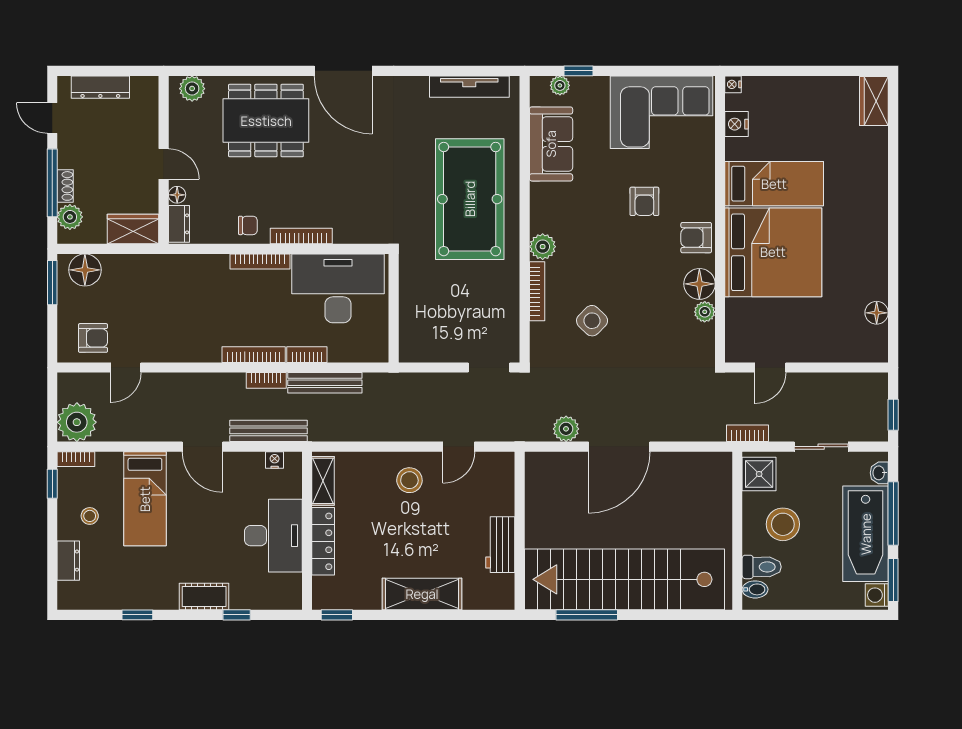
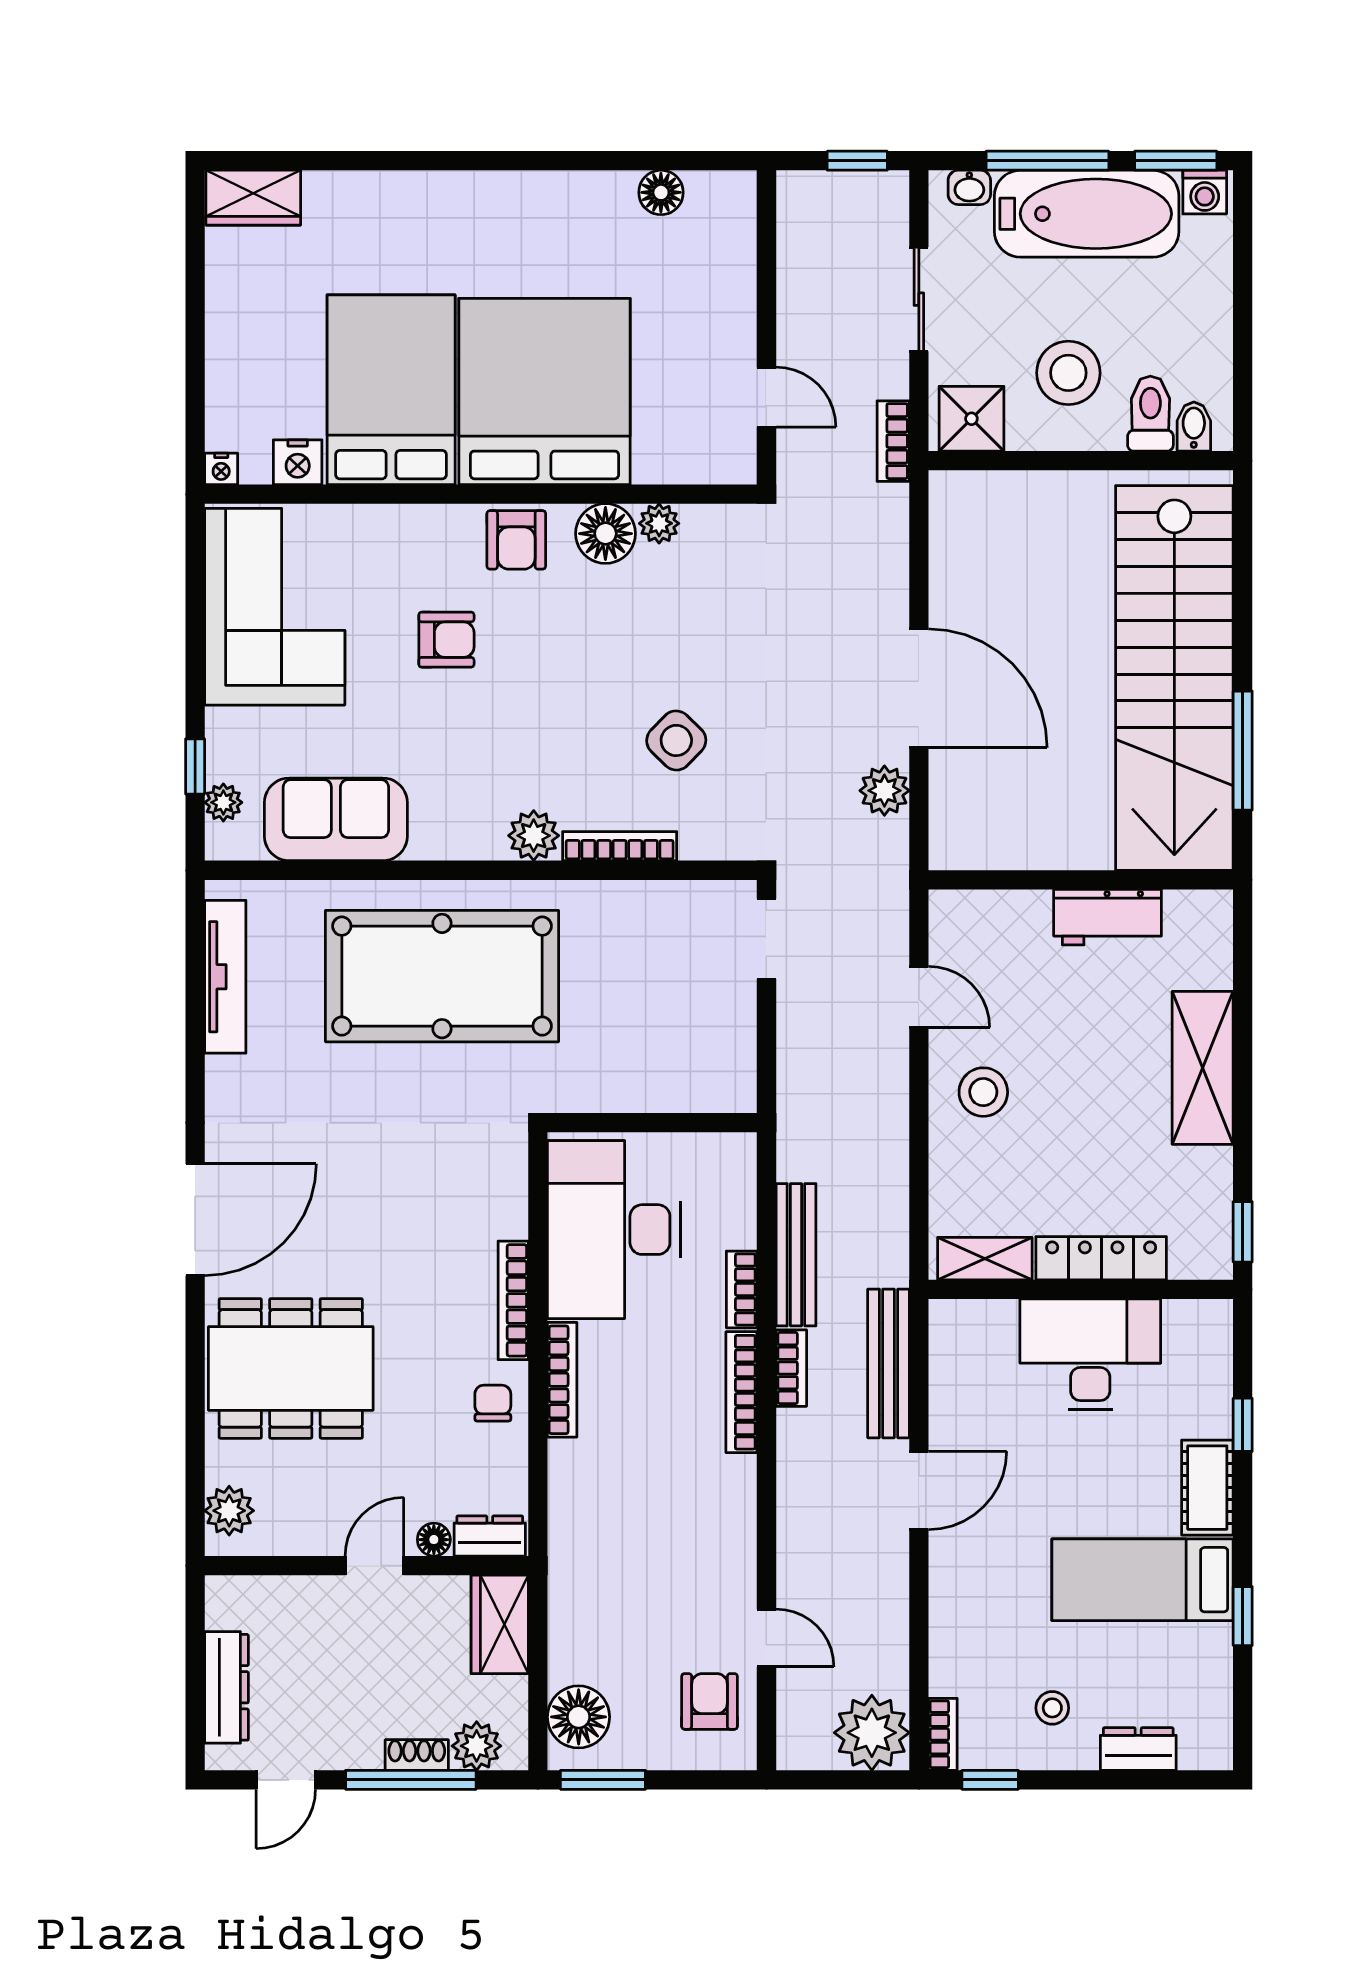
dining table: (266, 121) -> (291, 1368), turned 90
bed: (774, 184) -> (391, 390), width x1.50
nightstand: (275, 460) -> (945, 1352), removed
bed: (145, 499) -> (1142, 1580), moved, turned 180

